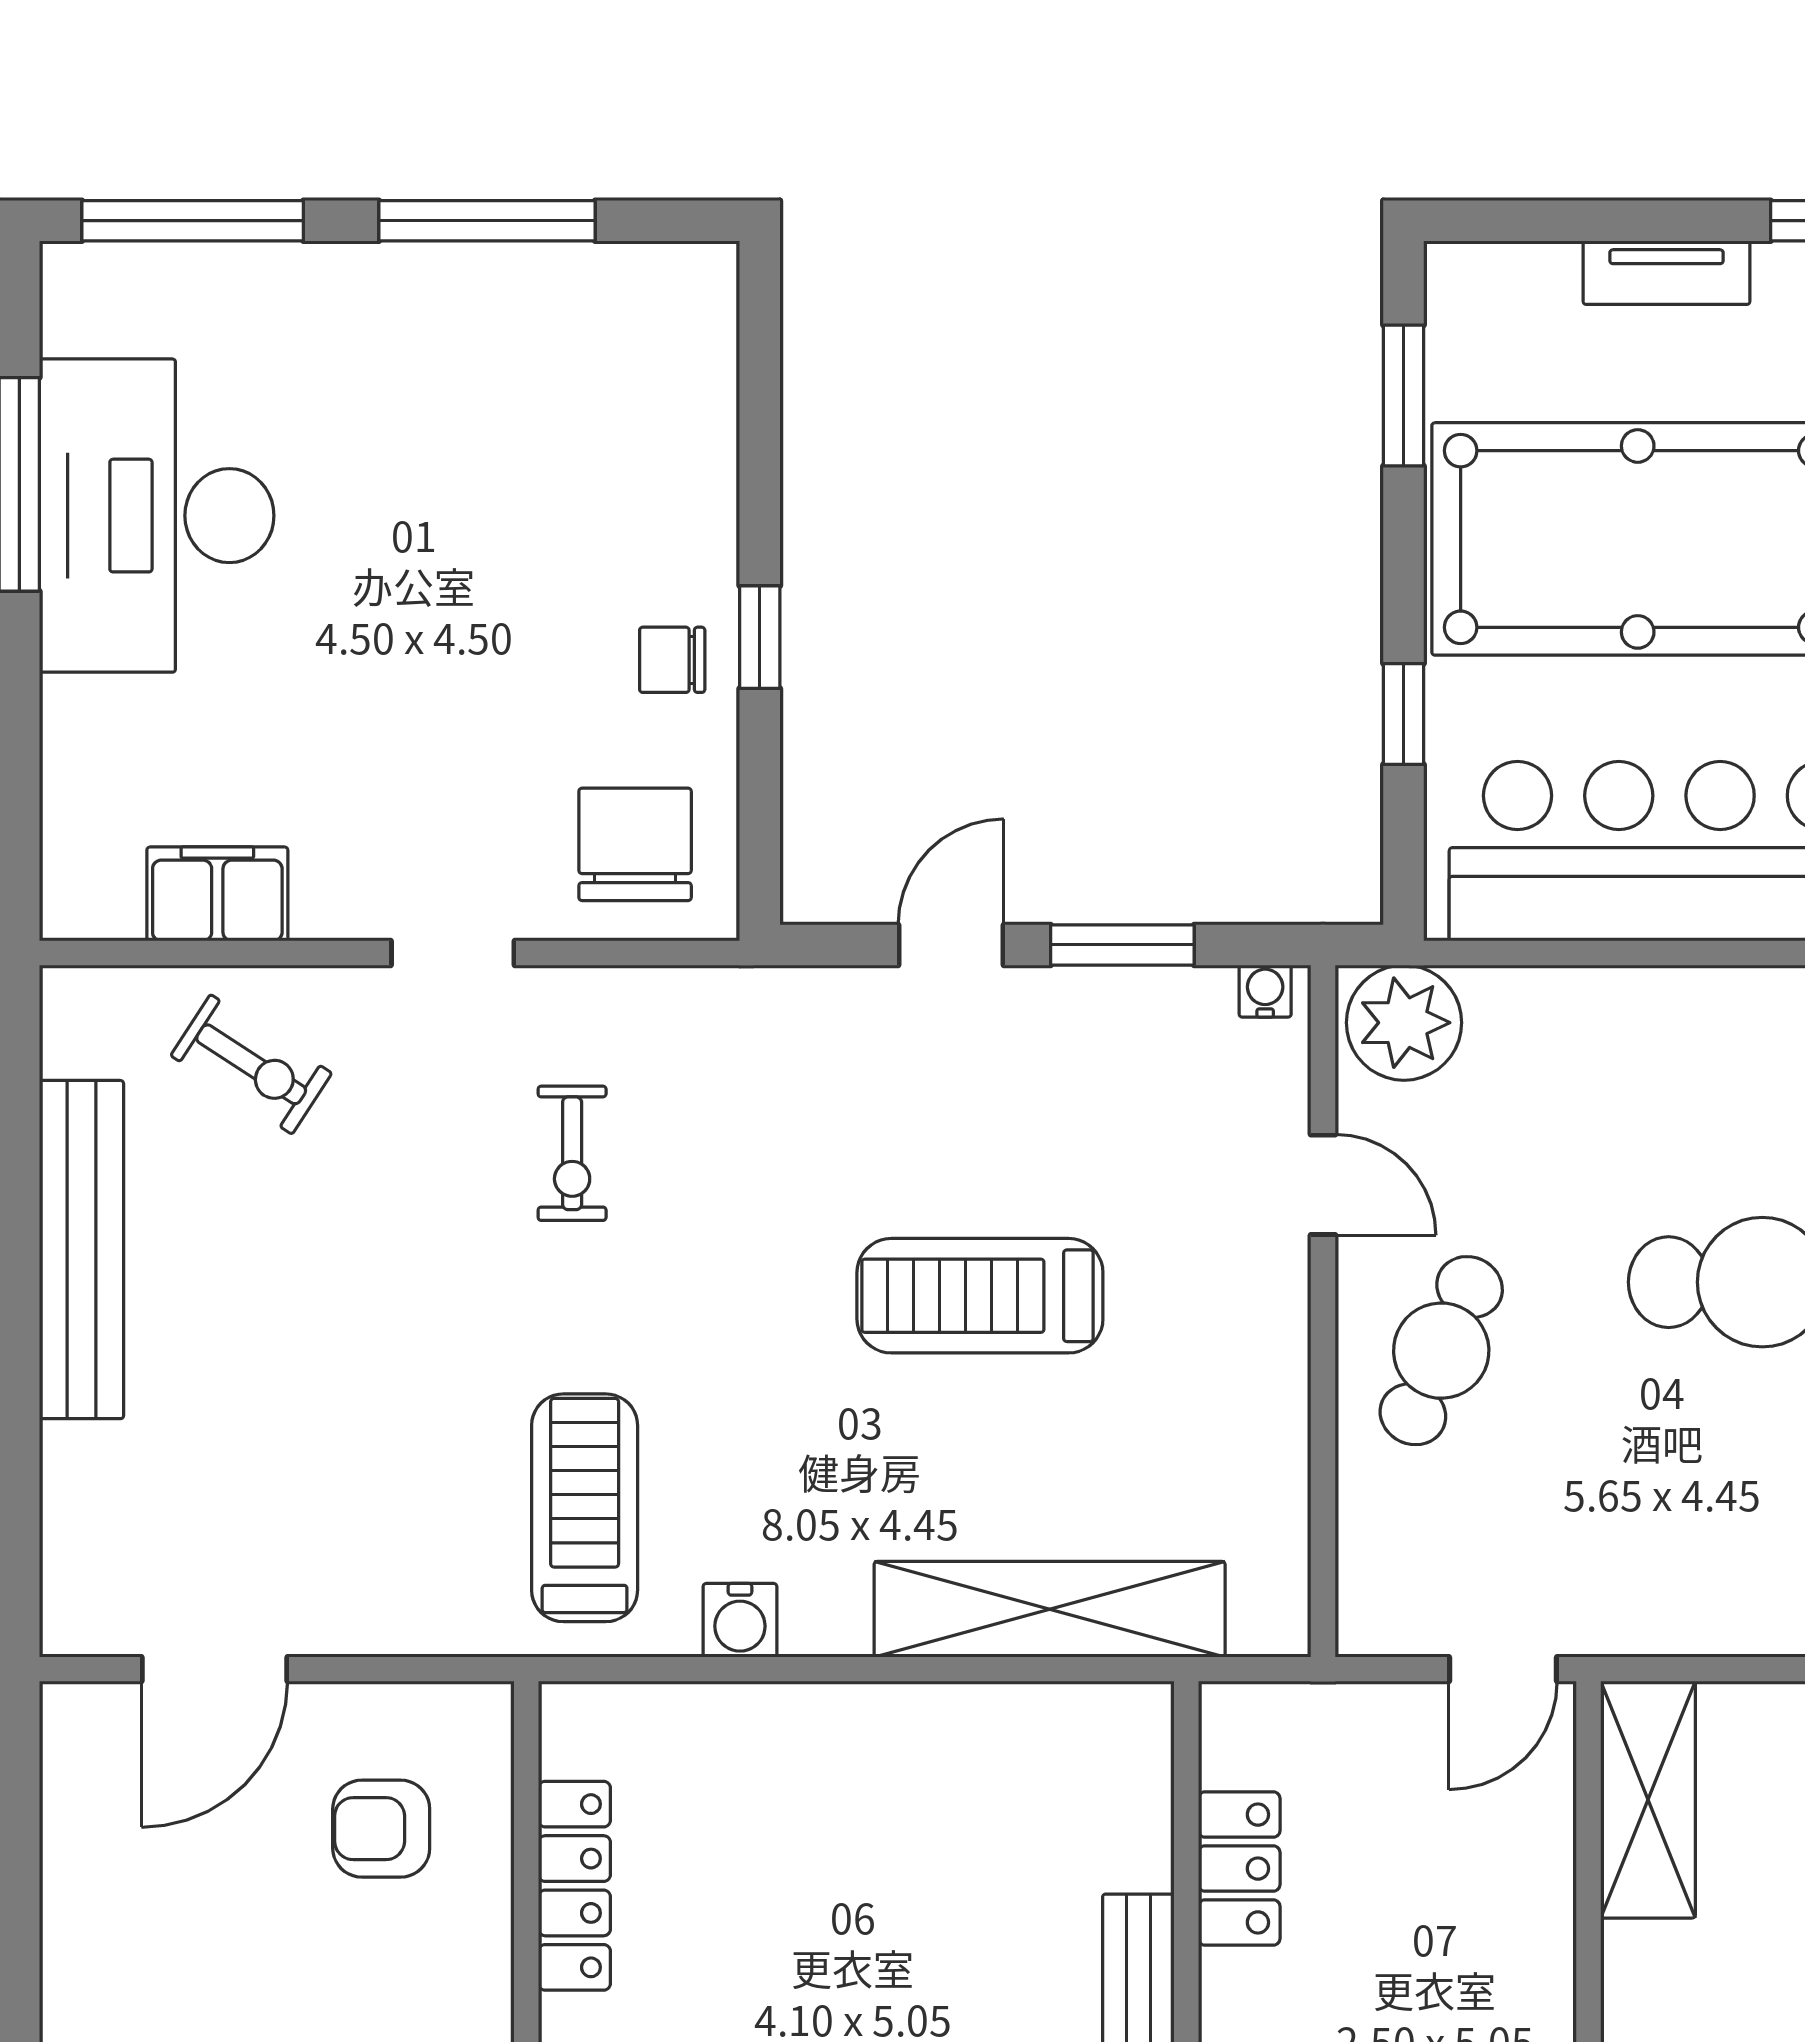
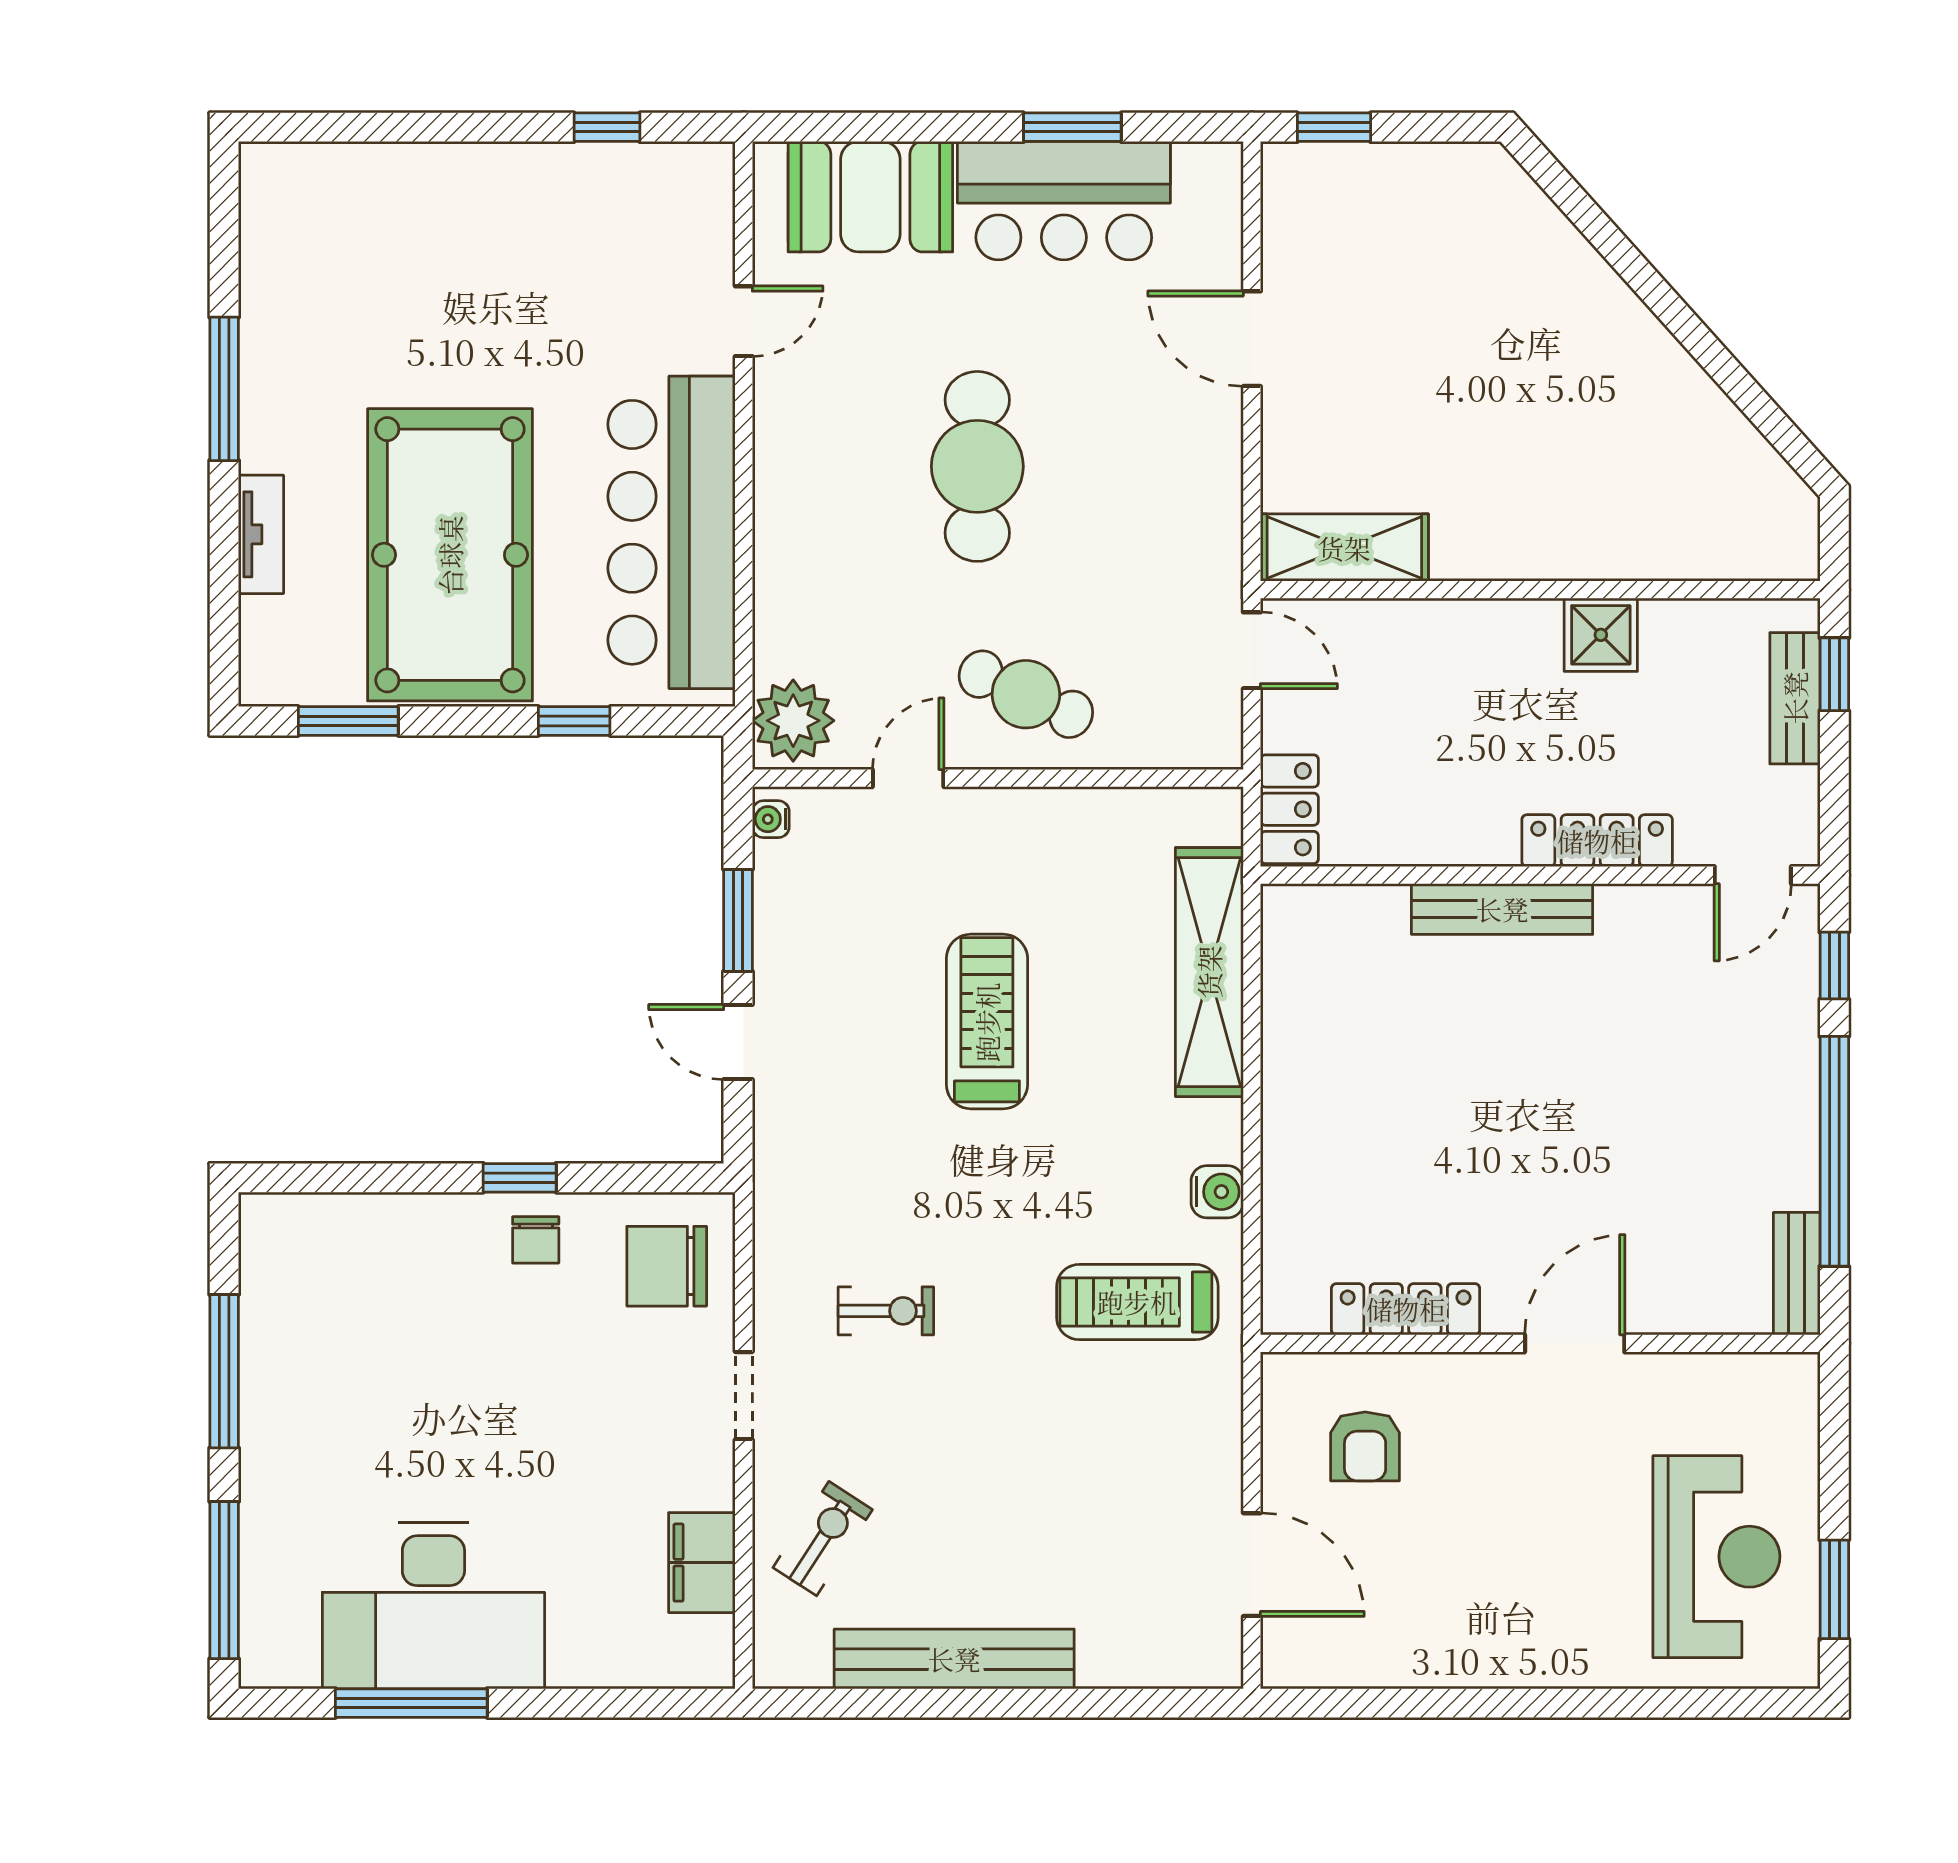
treadmill: (980, 1296) -> (987, 1022), turned 180
locker: (1239, 1869) -> (1289, 809), moved, turned 90

